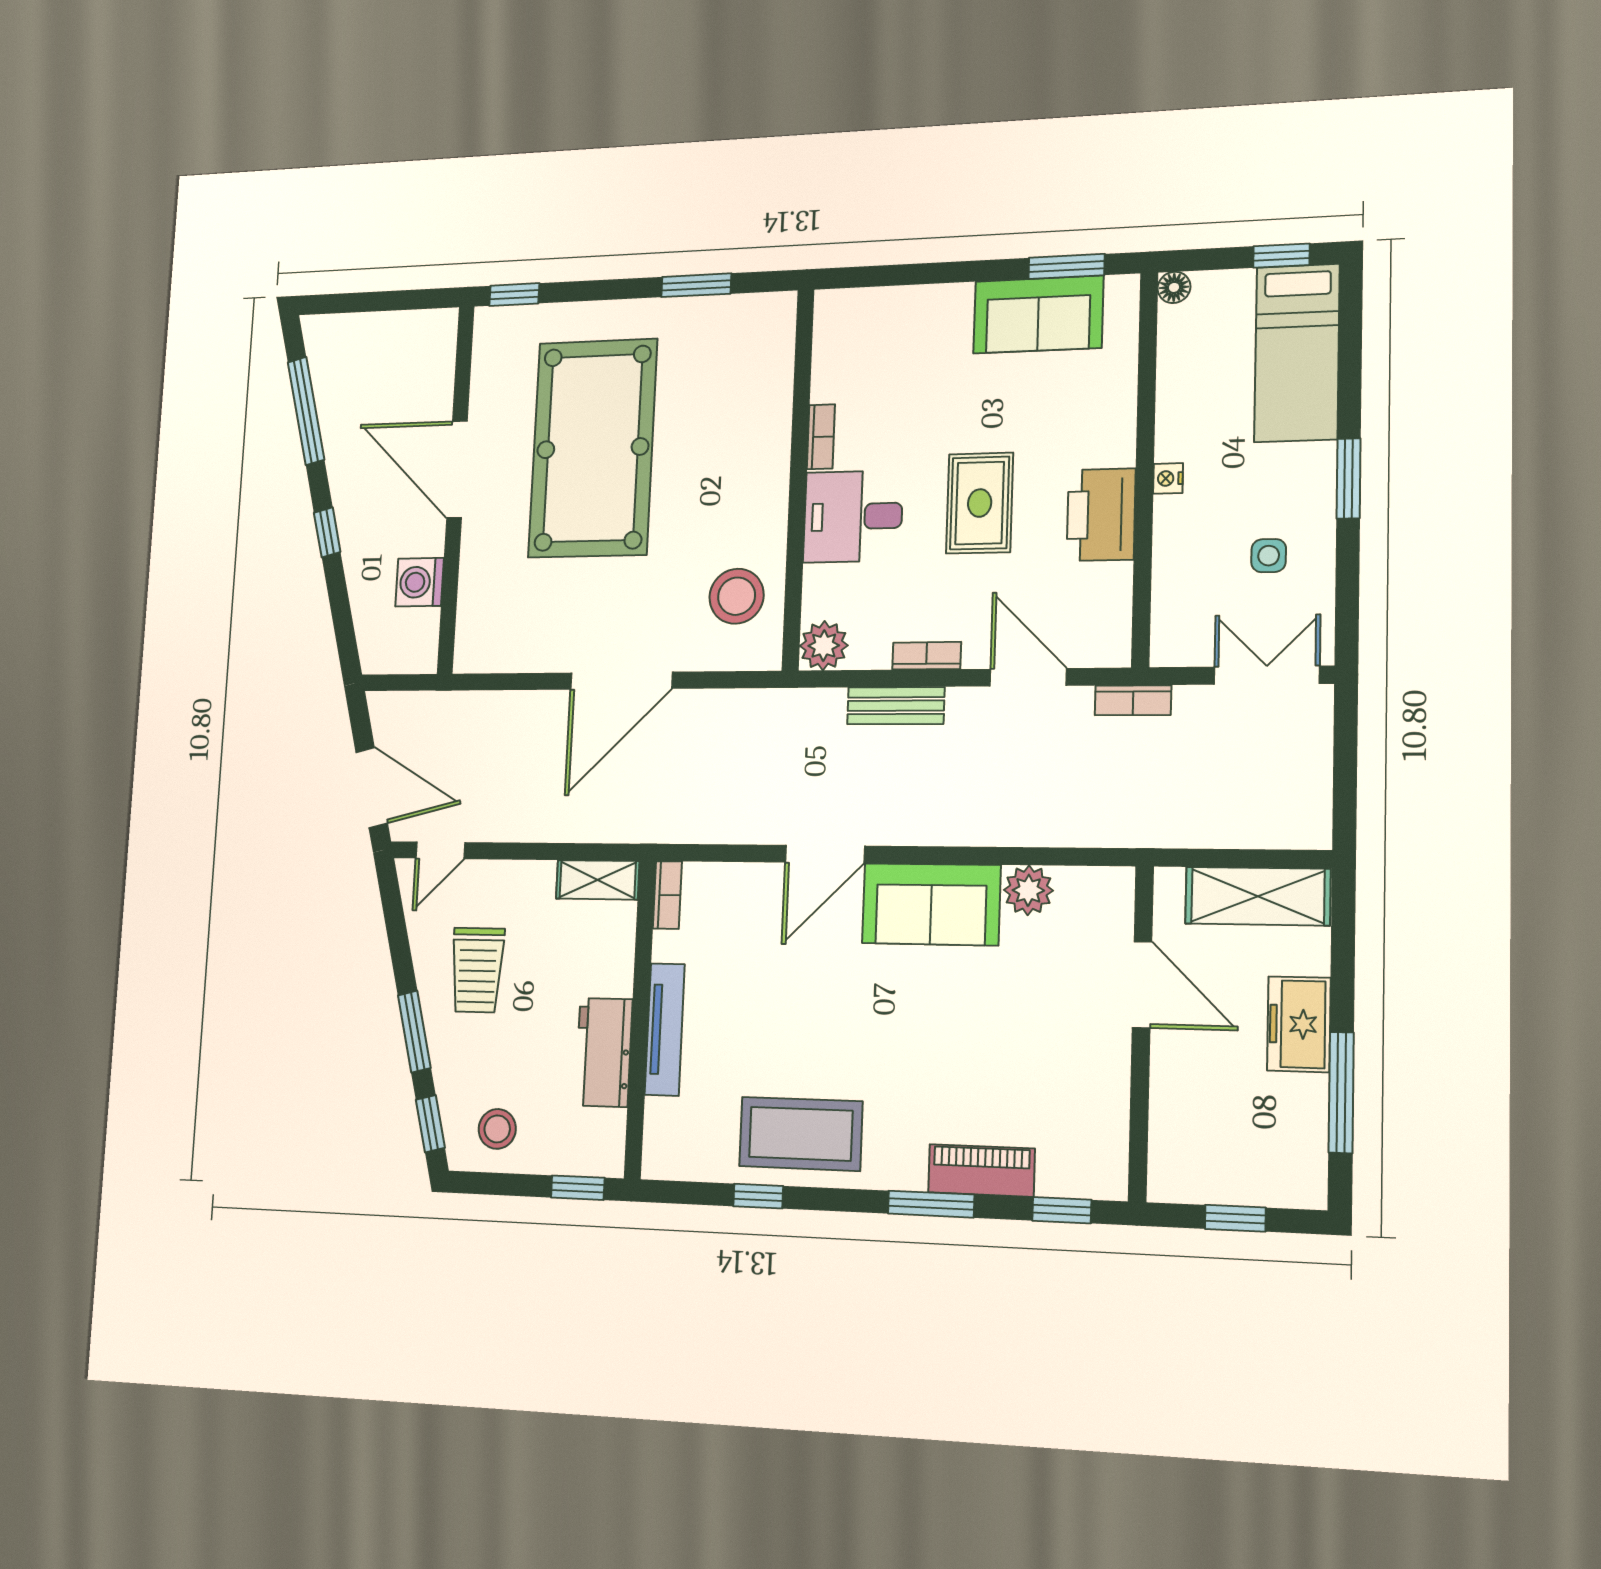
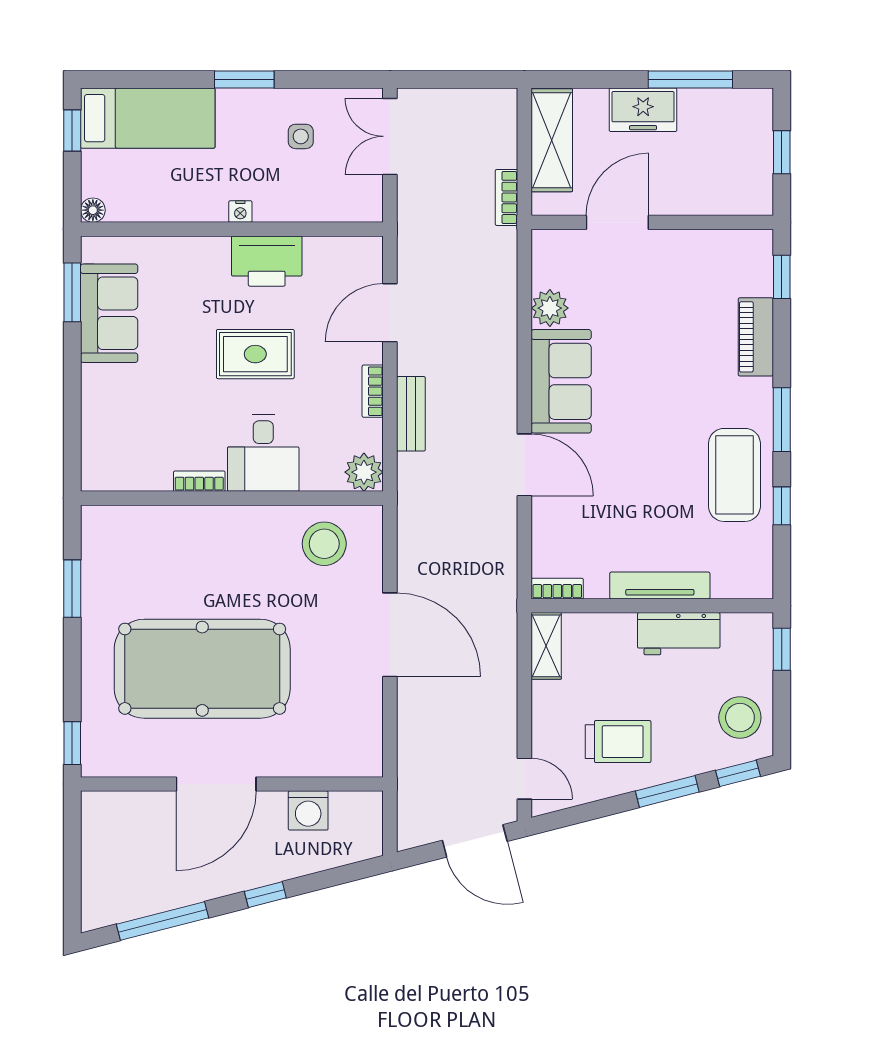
bookcase: (1133, 700) -> (507, 197), moved, turned 180
door: (372, 788) -> (475, 841), swing flipped
stool: (497, 1129) -> (740, 718), width x1.38, depth x1.38
window: (931, 1204) -> (782, 420), moved

